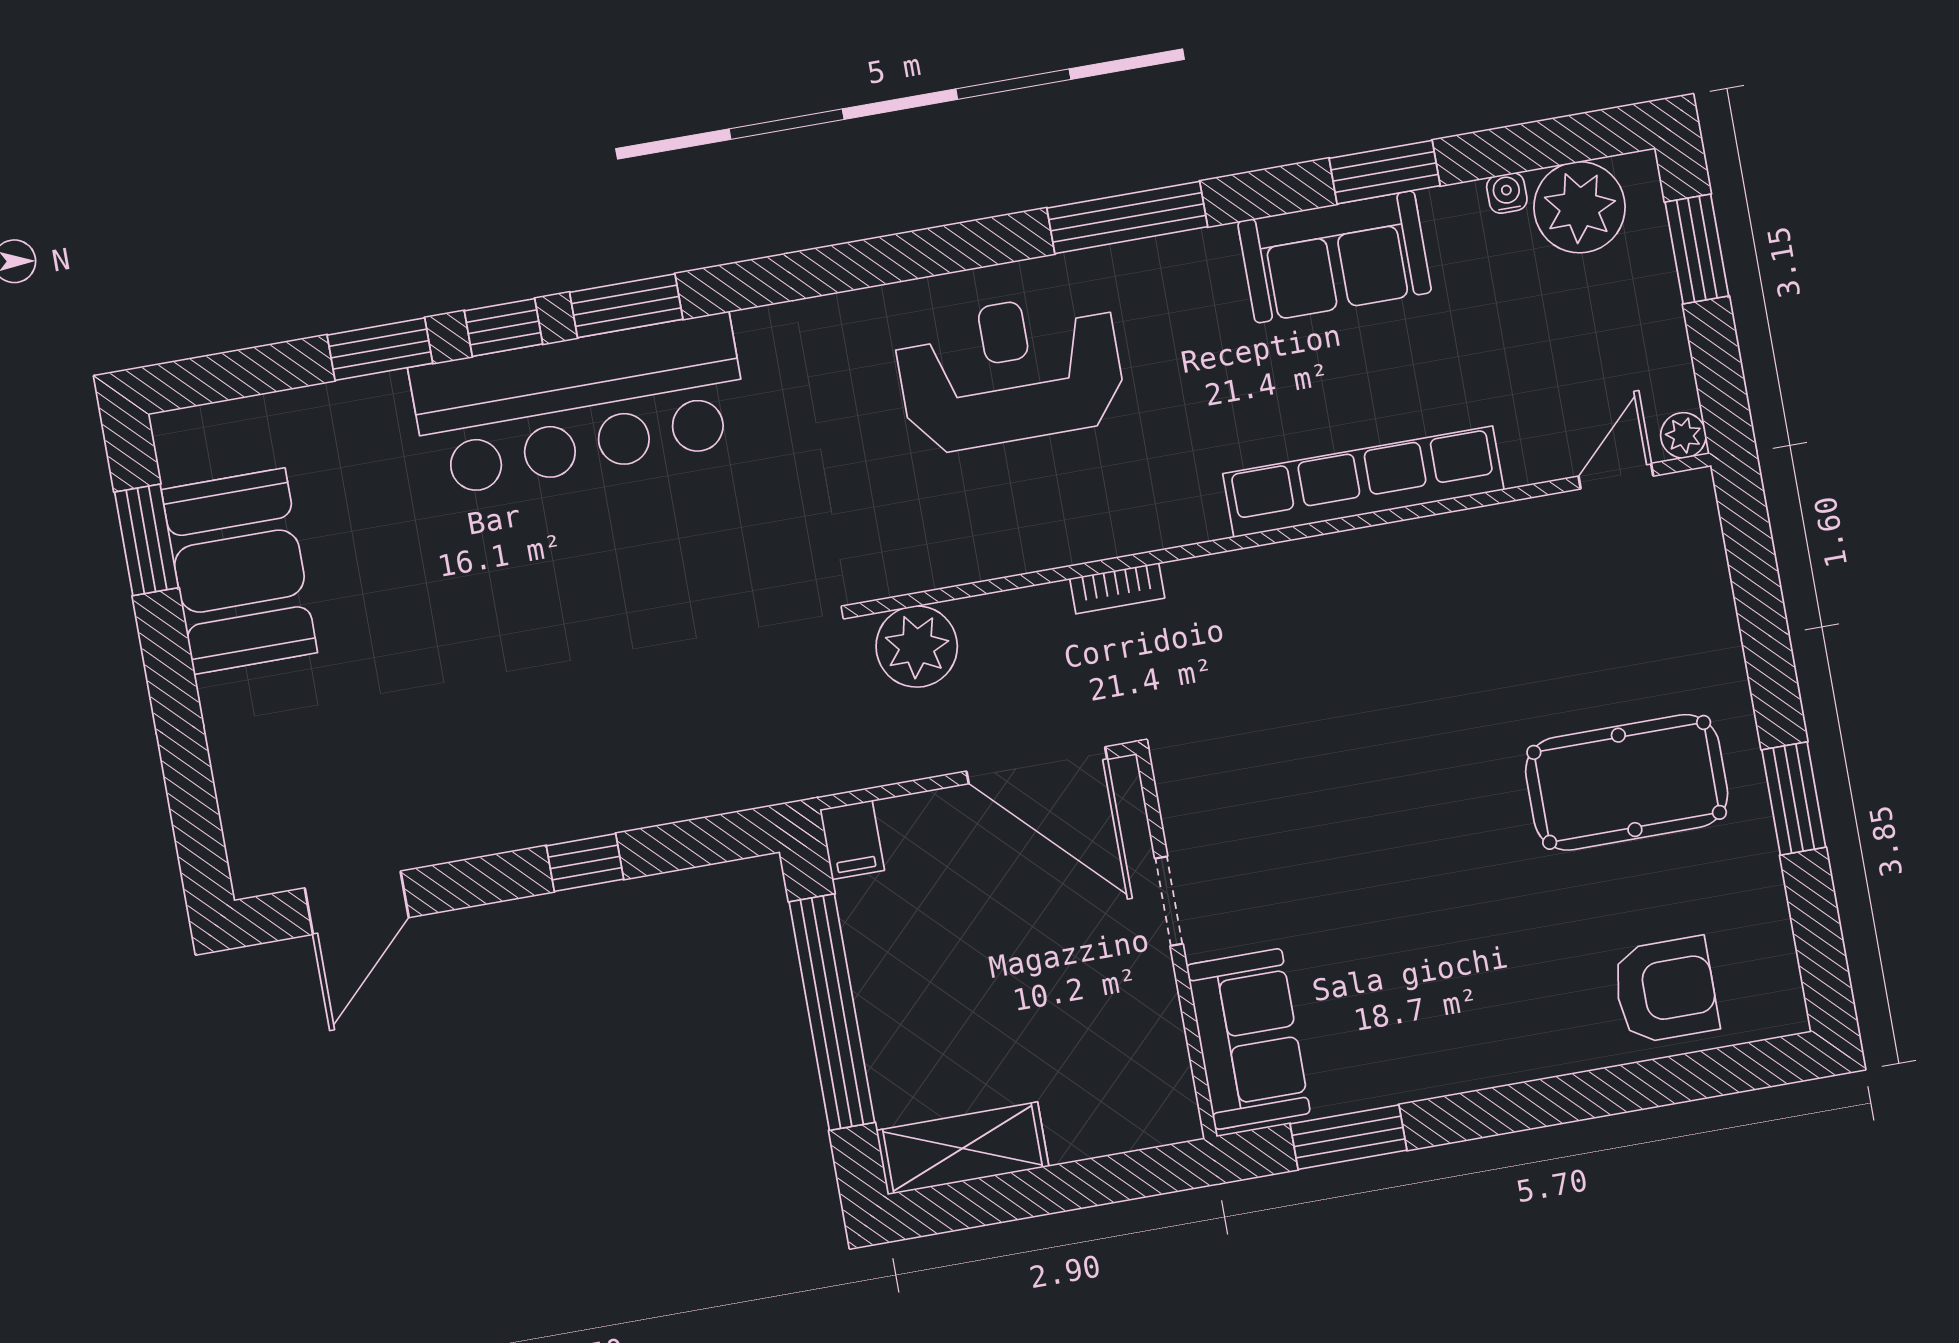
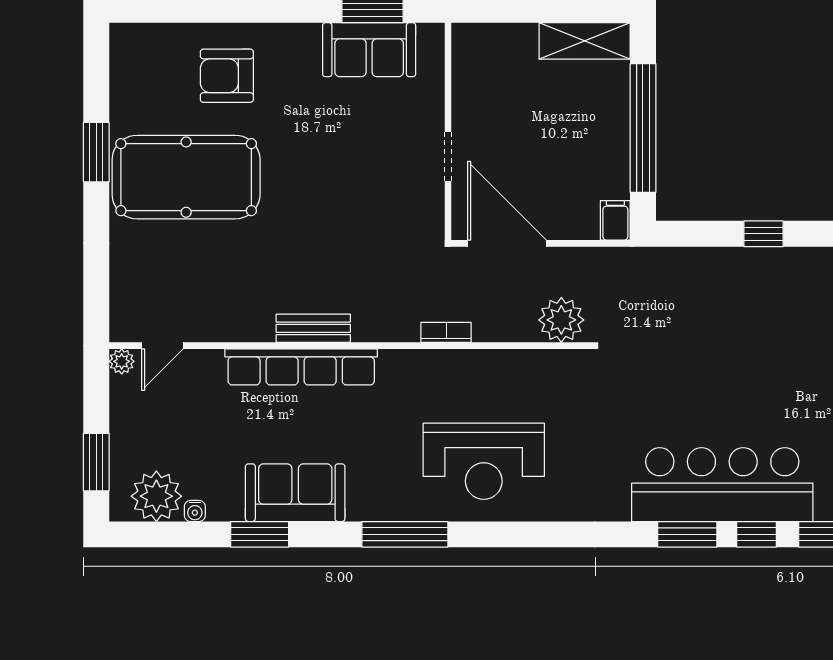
bench: (1354, 554) -> (313, 328), added
pool table: (1627, 782) -> (186, 177), width x1.36, depth x1.32
armchair: (1665, 990) -> (227, 76), moved
sofa: (1248, 1039) -> (369, 50), moved, turned -90

